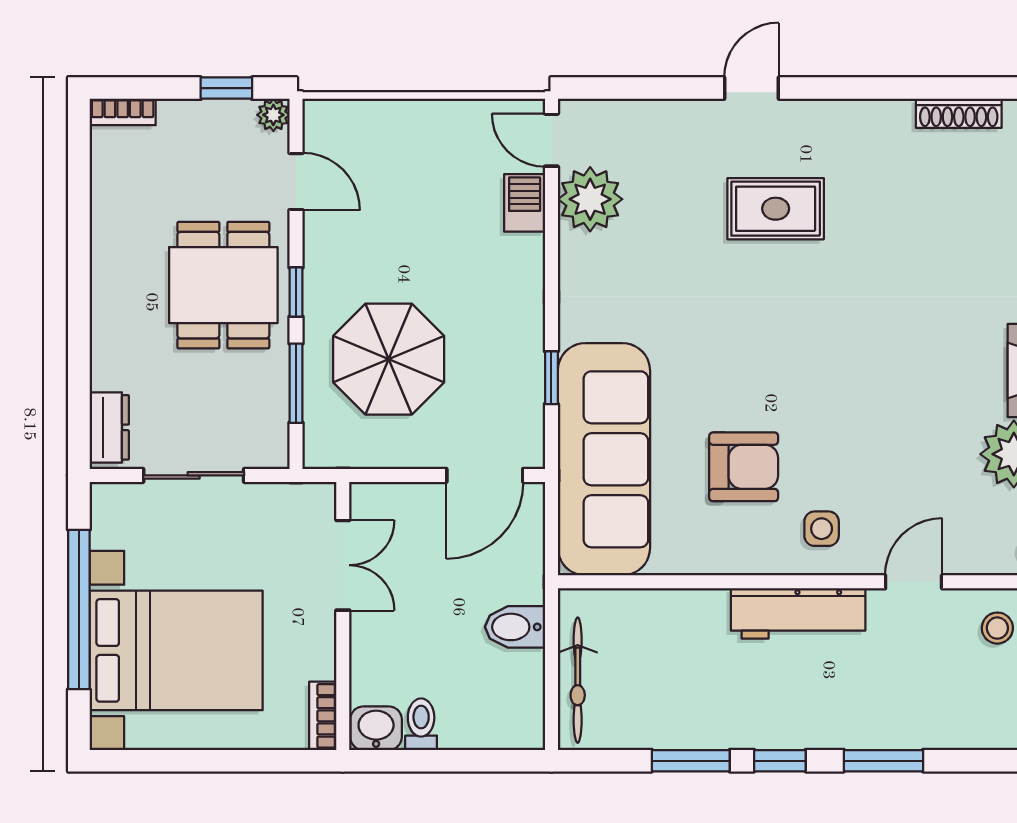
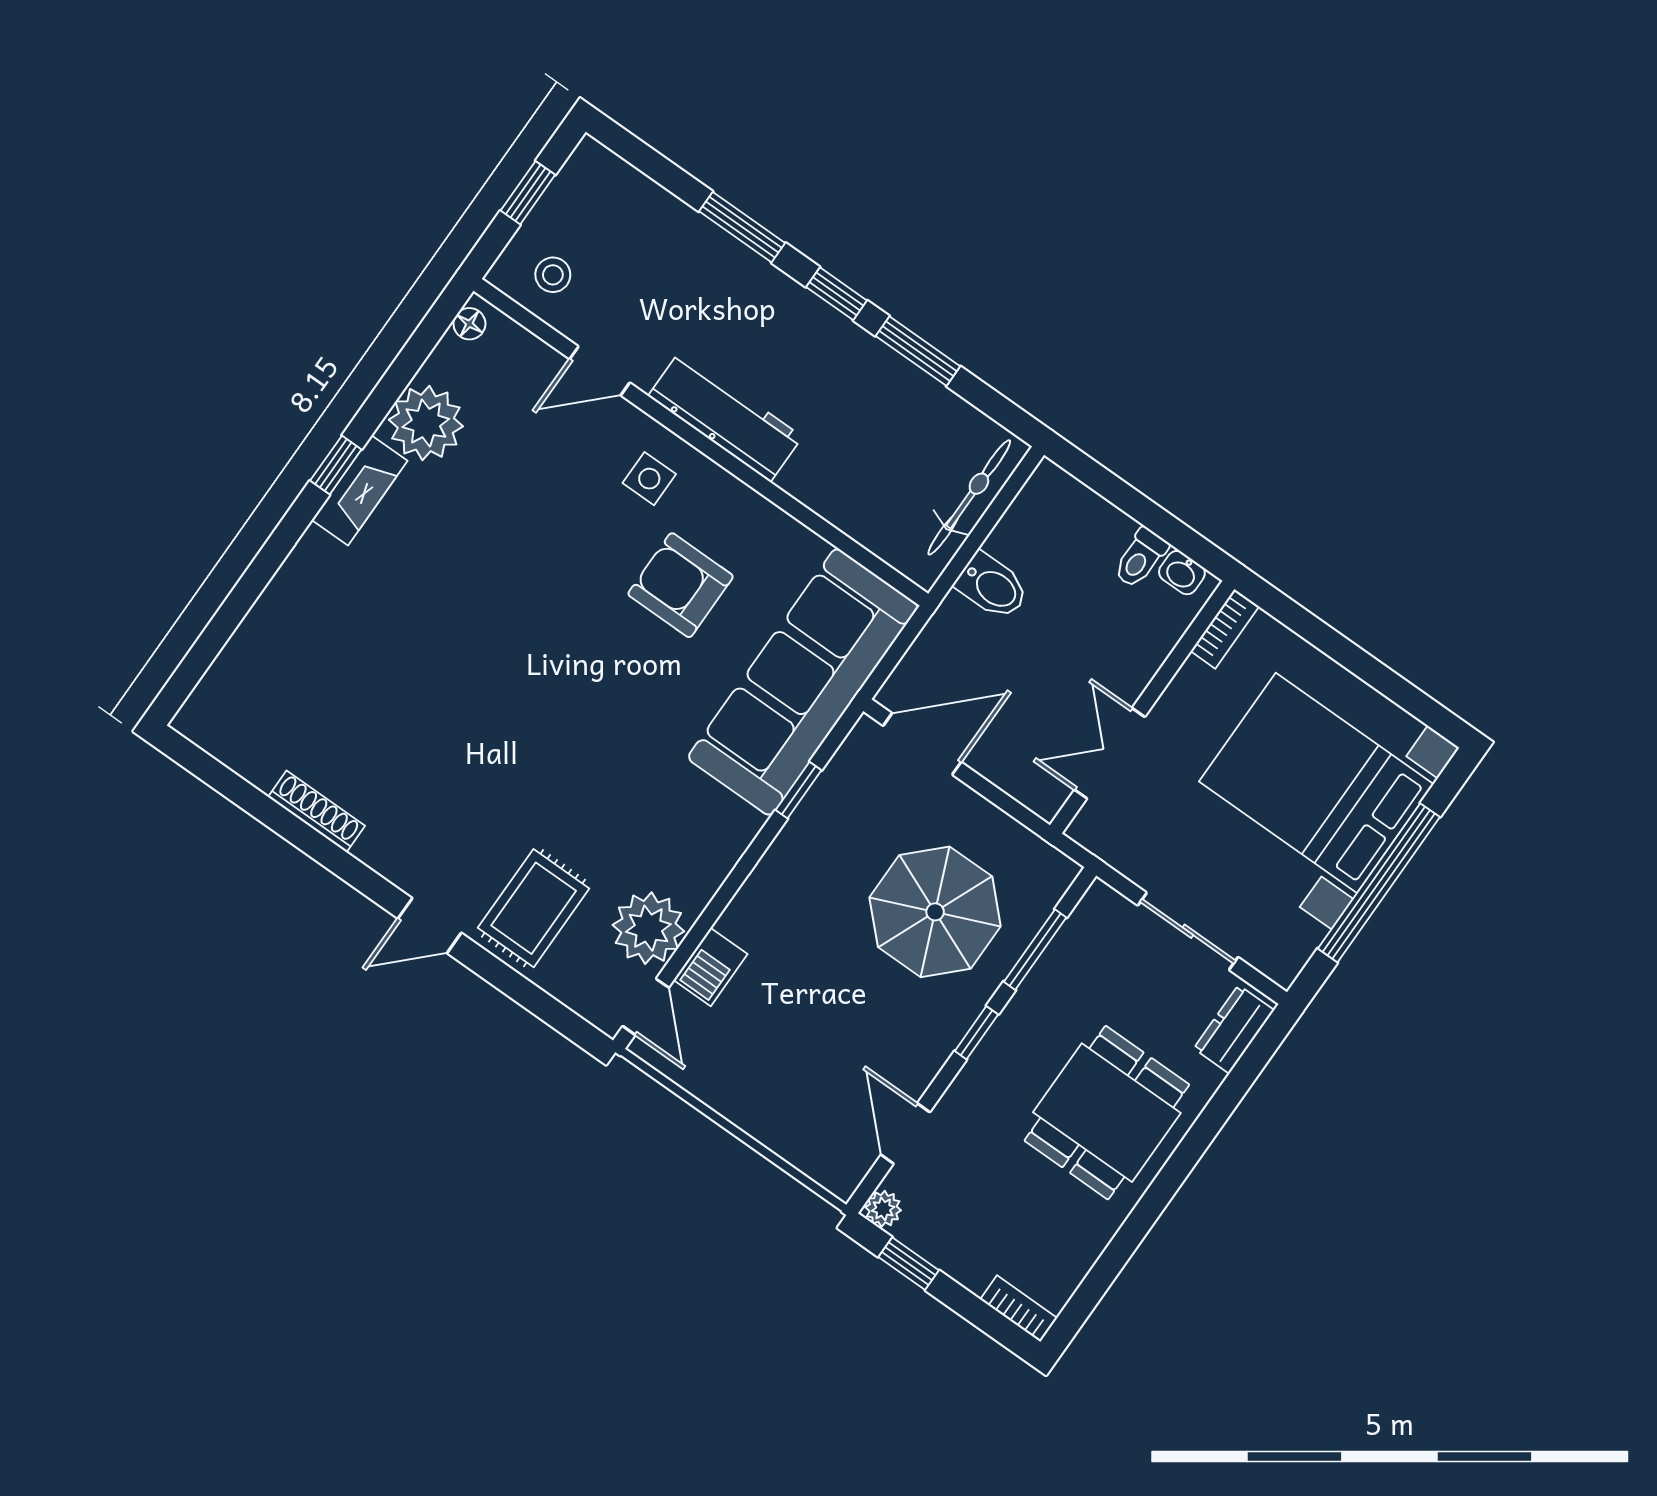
shoe rack: (959, 113) -> (316, 811), moved
rug: (776, 209) -> (534, 908), moved, turned 90
dining table: (223, 285) -> (1107, 1113), moved
washbasin: (376, 728) -> (1182, 573), width x0.72, depth x0.69

